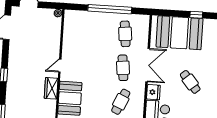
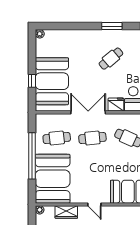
window: (196, 15) -> (32, 81), moved
booth: (87, 27) -> (53, 179), added
cafe table: (190, 82) -> (111, 59), moved
wardrobe: (51, 88) -> (66, 212), moved

